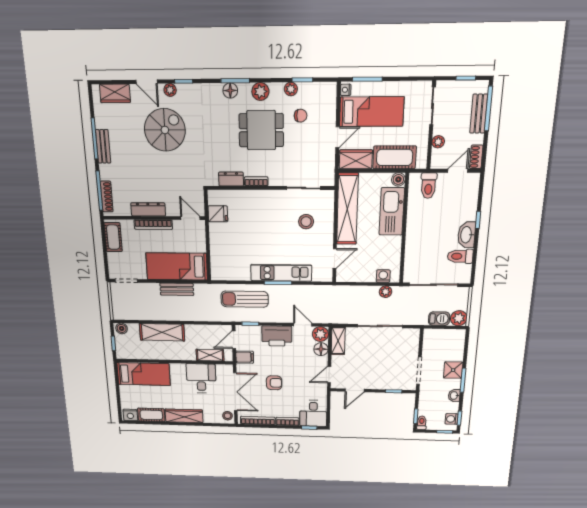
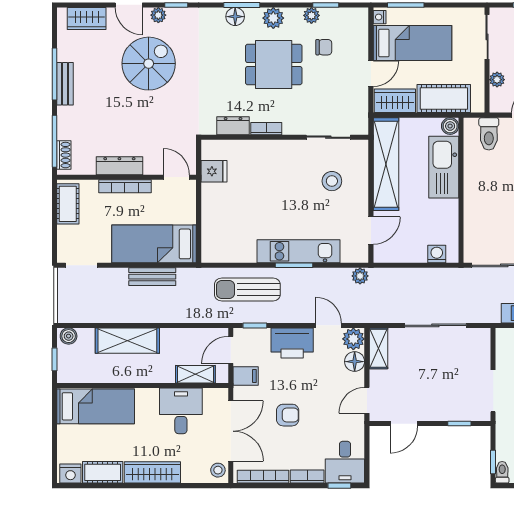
shoe rack: (107, 197) -> (64, 155), width x0.70
plant: (386, 292) -> (360, 276), moved

